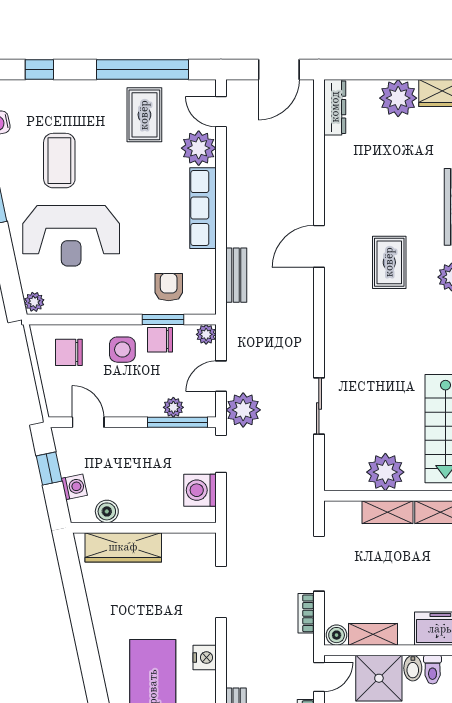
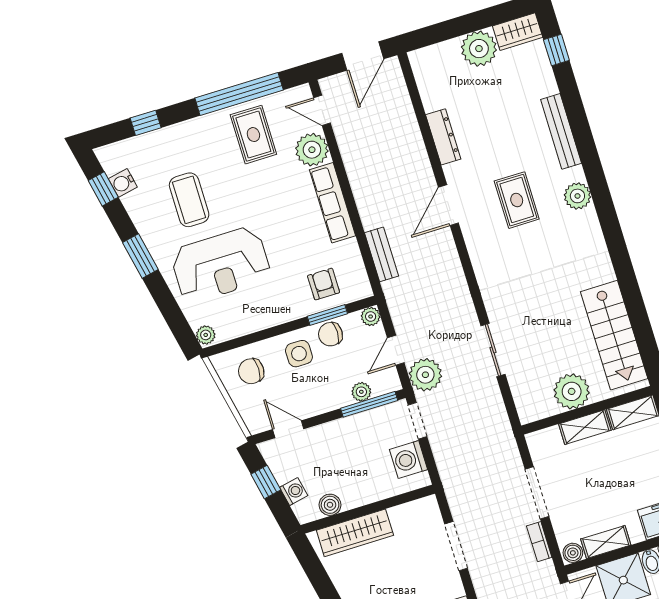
dresser: (335, 107) -> (443, 137), moved

